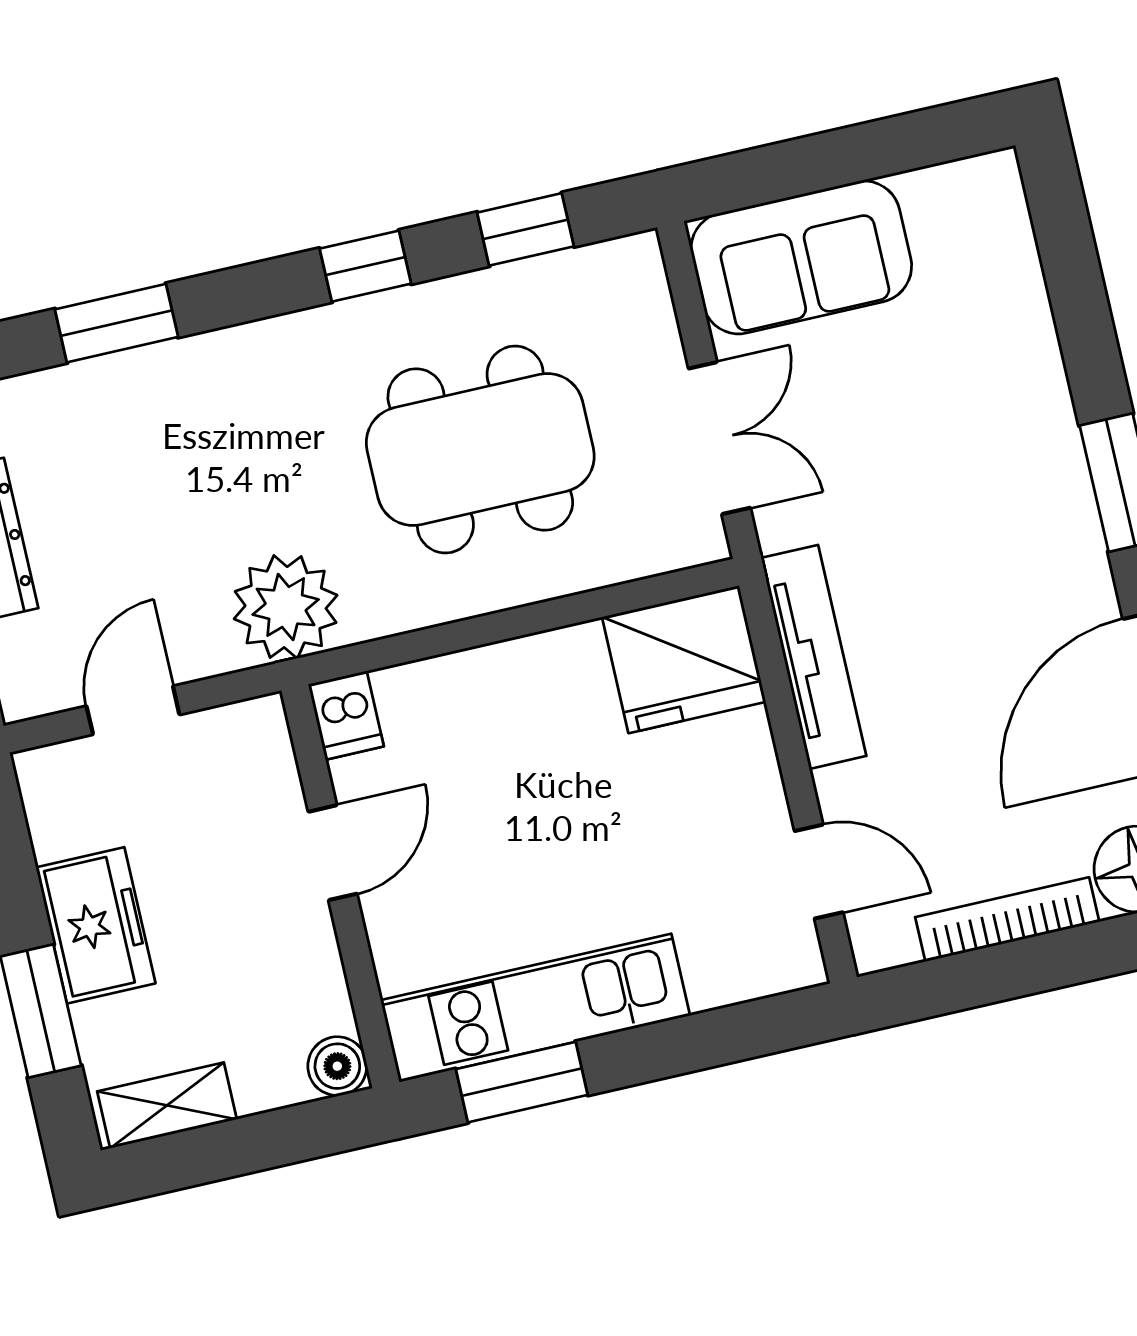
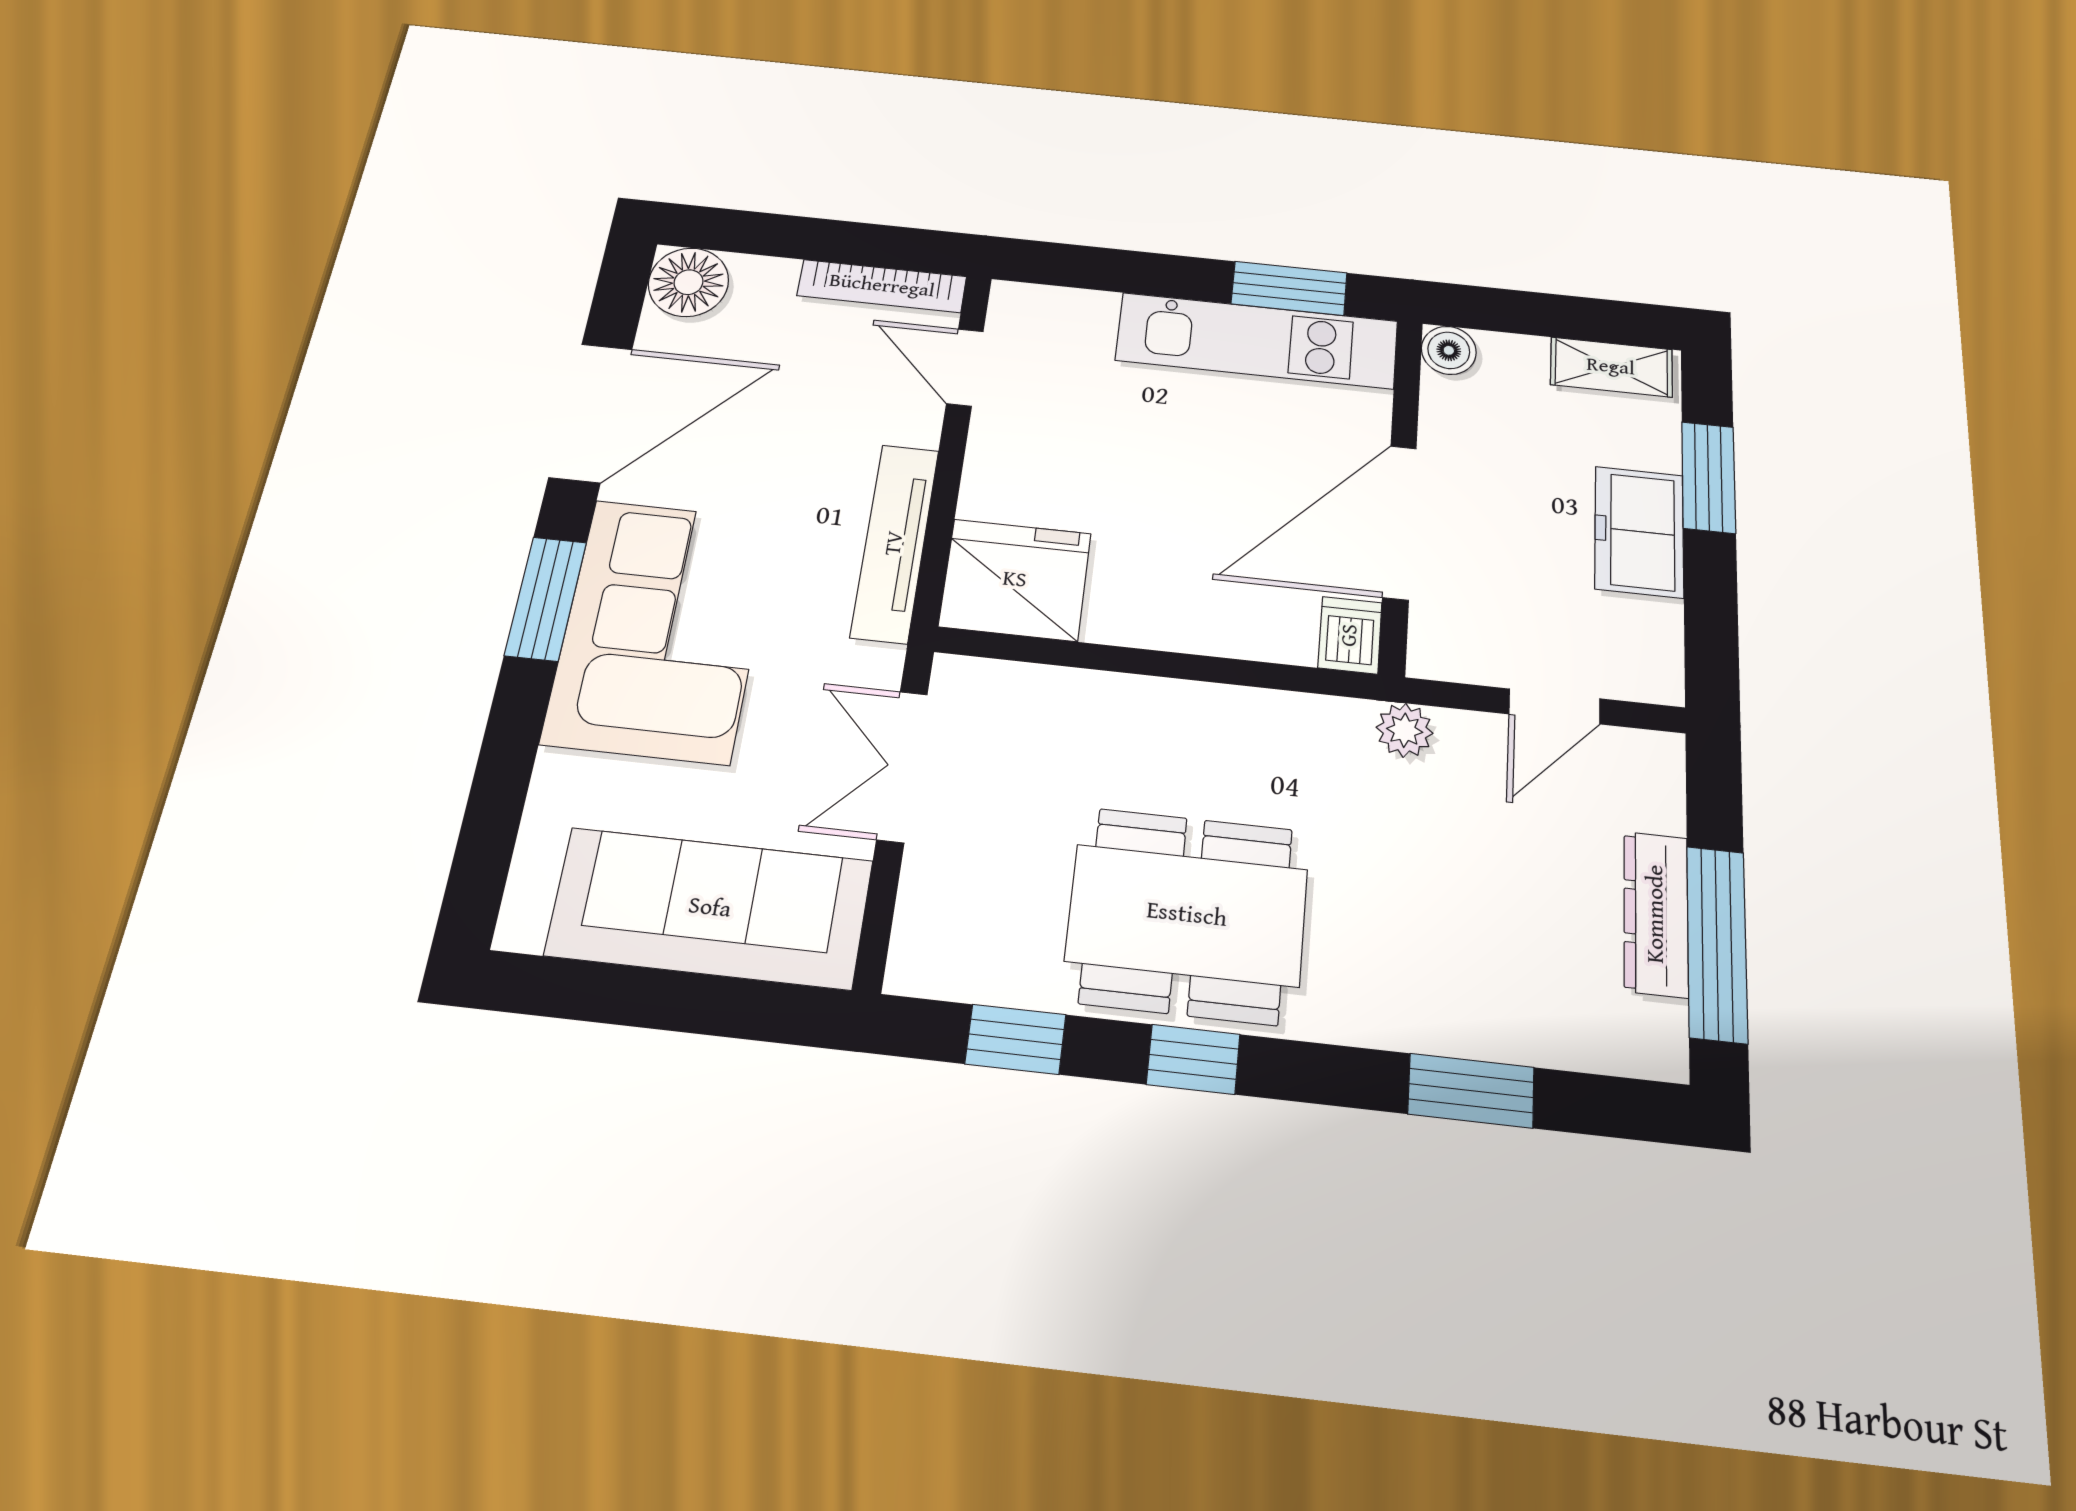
sofa: (801, 257) -> (710, 908), width x1.36
dining table: (480, 450) -> (1187, 915), moved
corner sofa: (998, 491) -> (661, 630), added
plant: (286, 607) -> (1405, 730), width x0.53, depth x0.53
door: (333, 853) -> (1400, 522), width x1.87
bookcase: (1007, 919) -> (882, 286), moved

